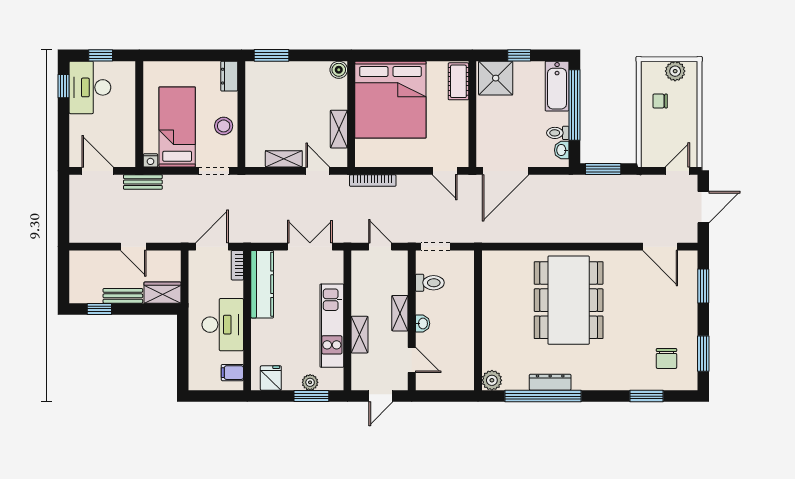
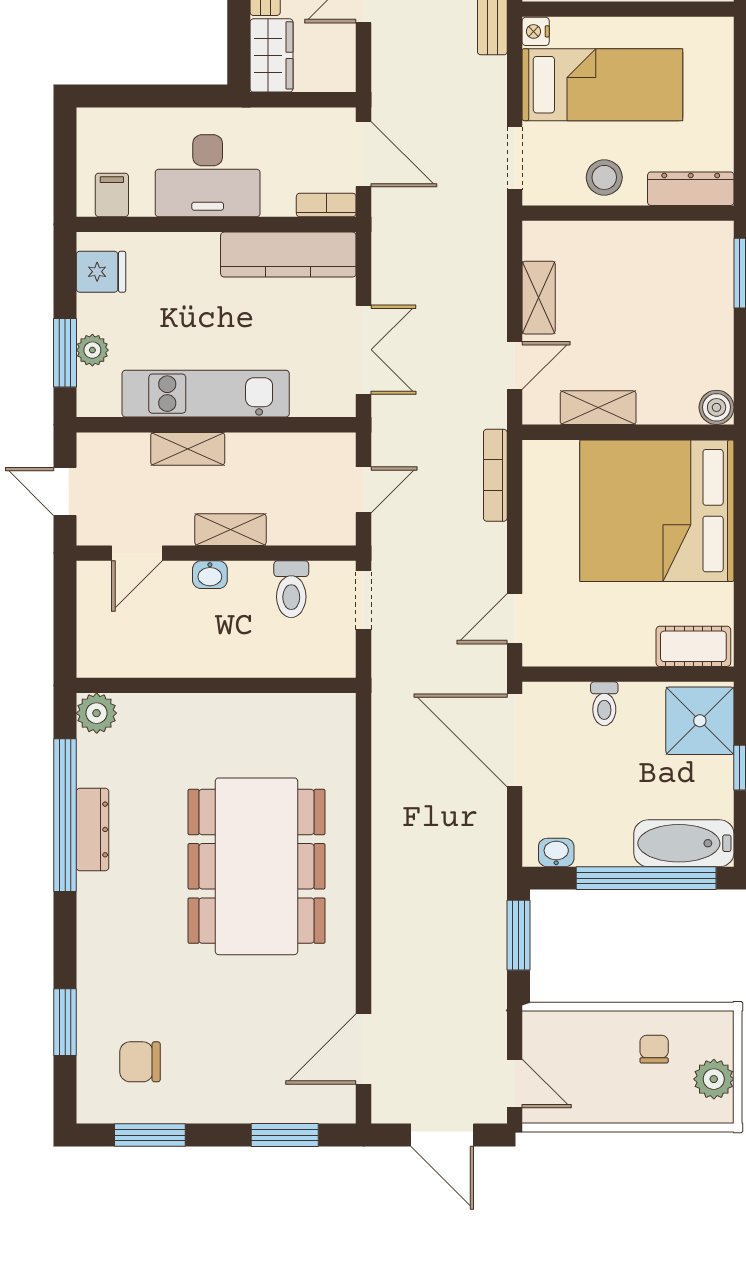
dresser: (229, 76) -> (691, 189), width x1.44
toilet: (558, 133) -> (604, 704), moved, turned 180
dining table: (569, 300) -> (257, 866), turned 90

